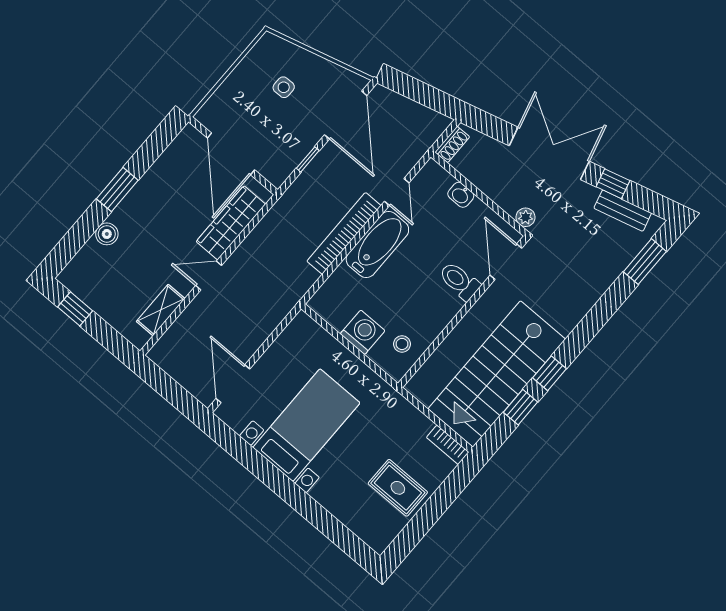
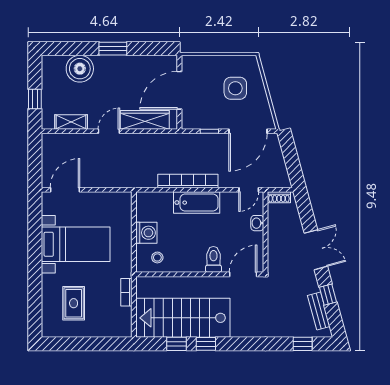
side table: (284, 87) -> (235, 88), width x1.87, depth x1.87
double door: (549, 153) -> (316, 250), width x0.73
door: (397, 192) -> (249, 190), moved
plant: (525, 217) -> (274, 265), removed
boiler: (107, 234) -> (80, 69), width x1.86, depth x1.86
window: (645, 262) -> (303, 344), width x0.67
door: (209, 275) -> (109, 131), hinge flipped
window: (75, 309) -> (35, 99), moved
bookcase: (448, 445) -> (126, 292), moved
rug: (398, 488) -> (74, 303), moved

